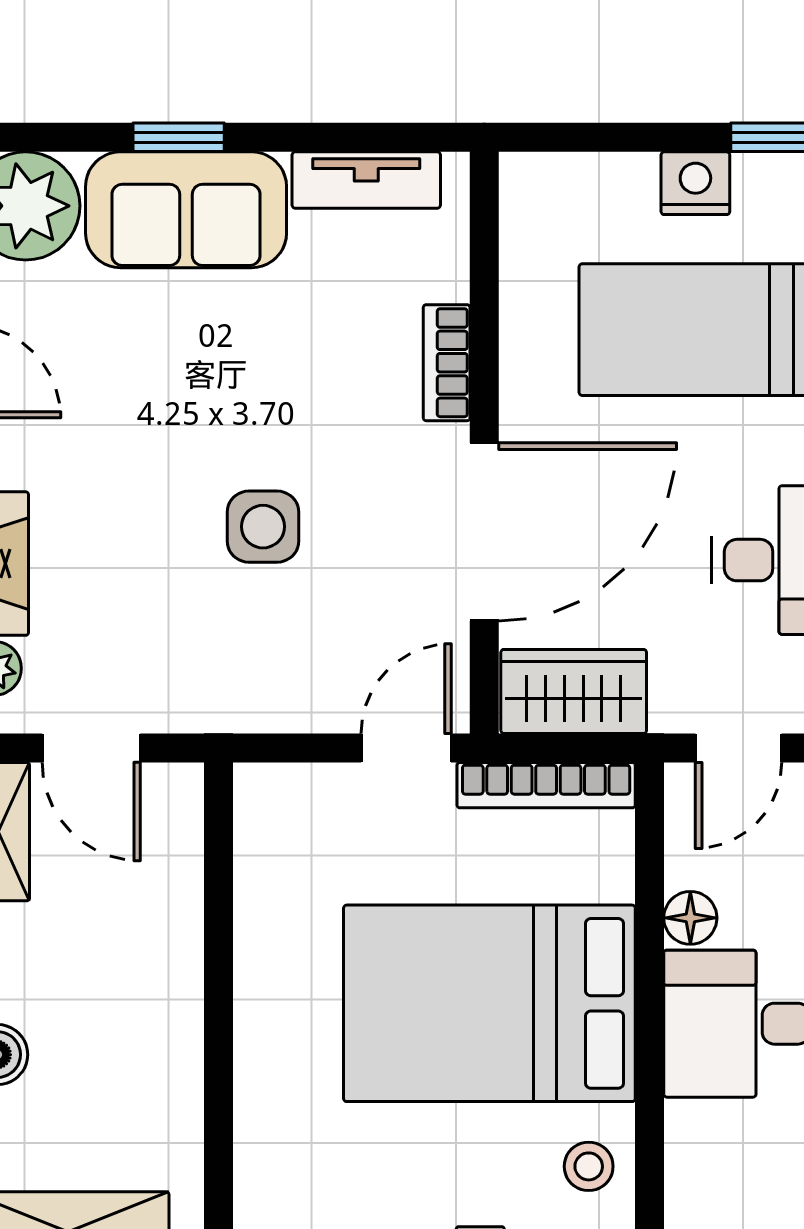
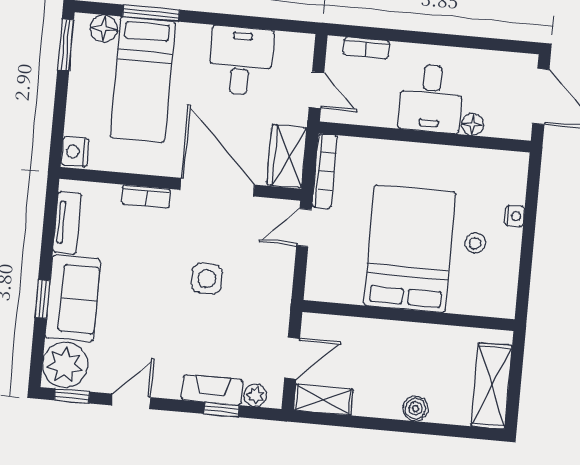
nightstand: (695, 183) -> (75, 152), moved
door: (406, 748) -> (304, 228), hinge flipped
floor lamp: (690, 918) -> (473, 124), moved
bed: (489, 1003) -> (410, 249), moved, turned 180
stool: (589, 1166) -> (475, 243), moved

